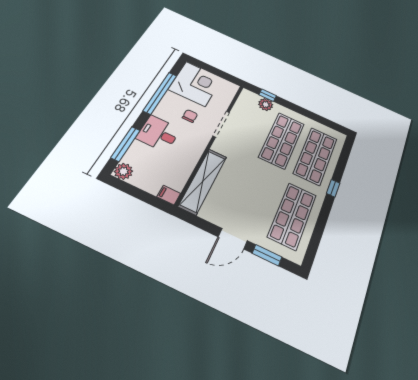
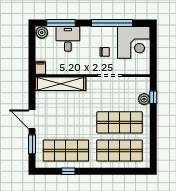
desk: (158, 134) -> (68, 39), moved
window: (333, 188) -> (68, 171), moved

